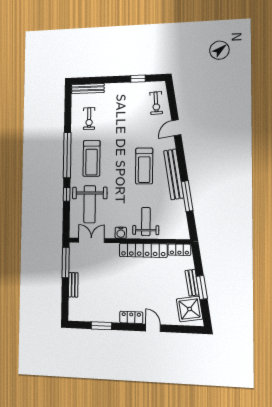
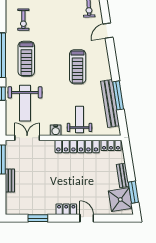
bench: (174, 174) -> (110, 103), moved
window: (202, 287) -> (133, 192), moved

